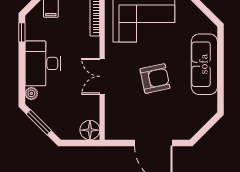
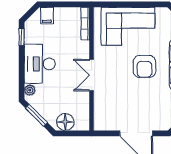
armchair: (155, 79) -> (144, 67), moved, turned 102
floor lamp: (90, 130) -> (65, 122), moved

